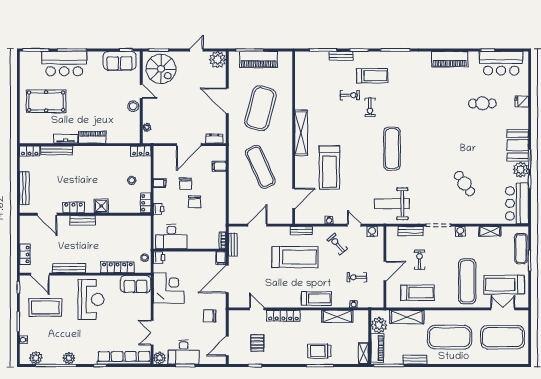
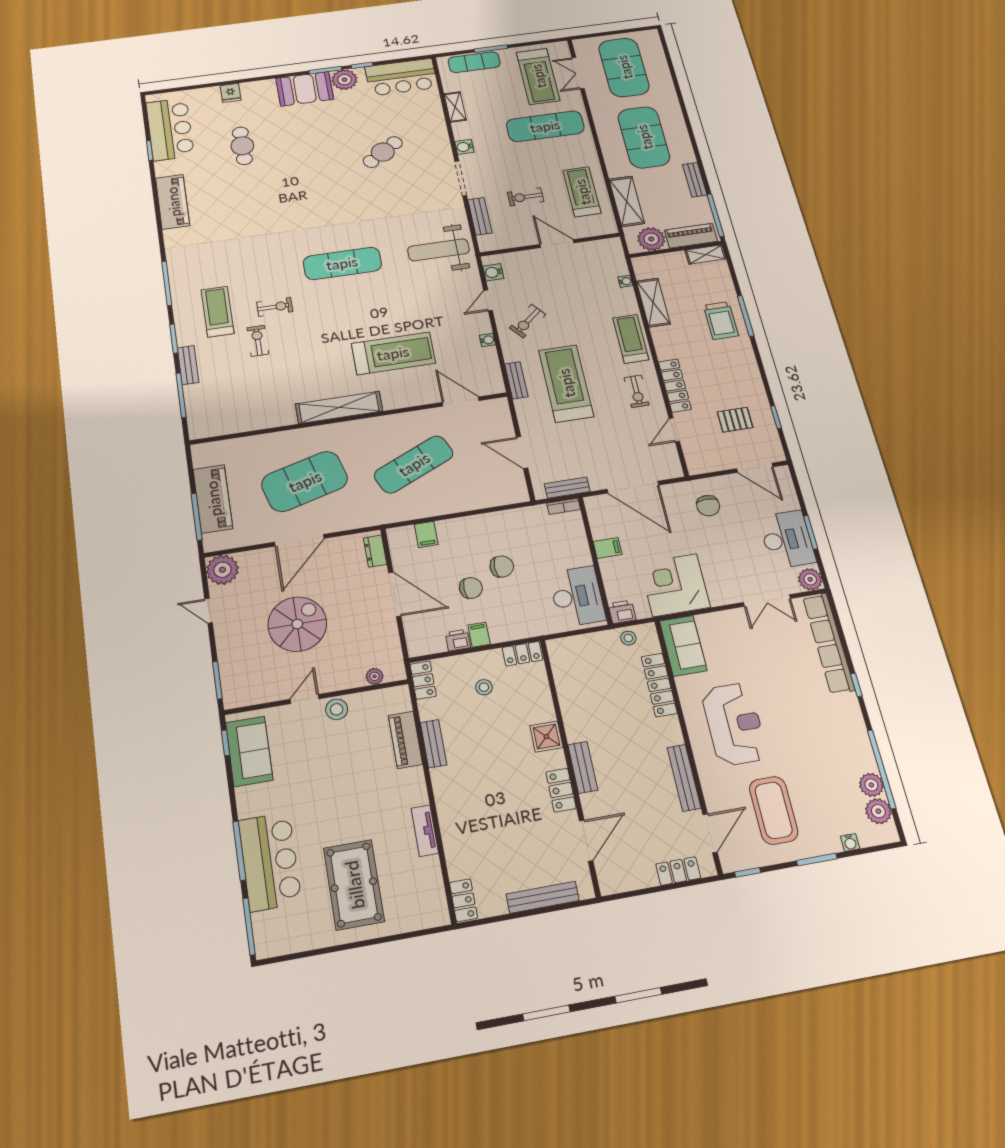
spiral stairs: (161, 69) -> (297, 624), moved
exercise mat: (260, 108) -> (305, 481), turned -30
piano: (92, 137) -> (405, 740), moved
bench: (57, 150) -> (434, 744), moved, width x0.73
weight bench: (392, 204) -> (438, 250), turned 90
printer: (159, 209) -> (458, 640), moved
filing cabinet: (221, 258) -> (608, 548), moved
exercise bike: (357, 277) -> (637, 391), moved
reception desk: (91, 299) -> (734, 724), turned 90
plant: (69, 358) -> (871, 785), moved

